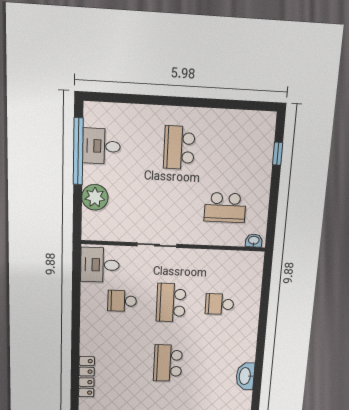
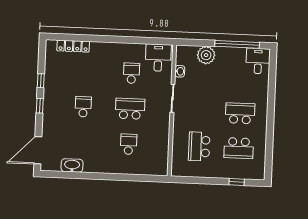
desk: (101, 146) -> (258, 61), moved
school desk: (229, 150) -> (239, 148), added
washbasin: (254, 241) -> (180, 71), moved
school desk: (168, 363) -> (83, 107), width x0.54

